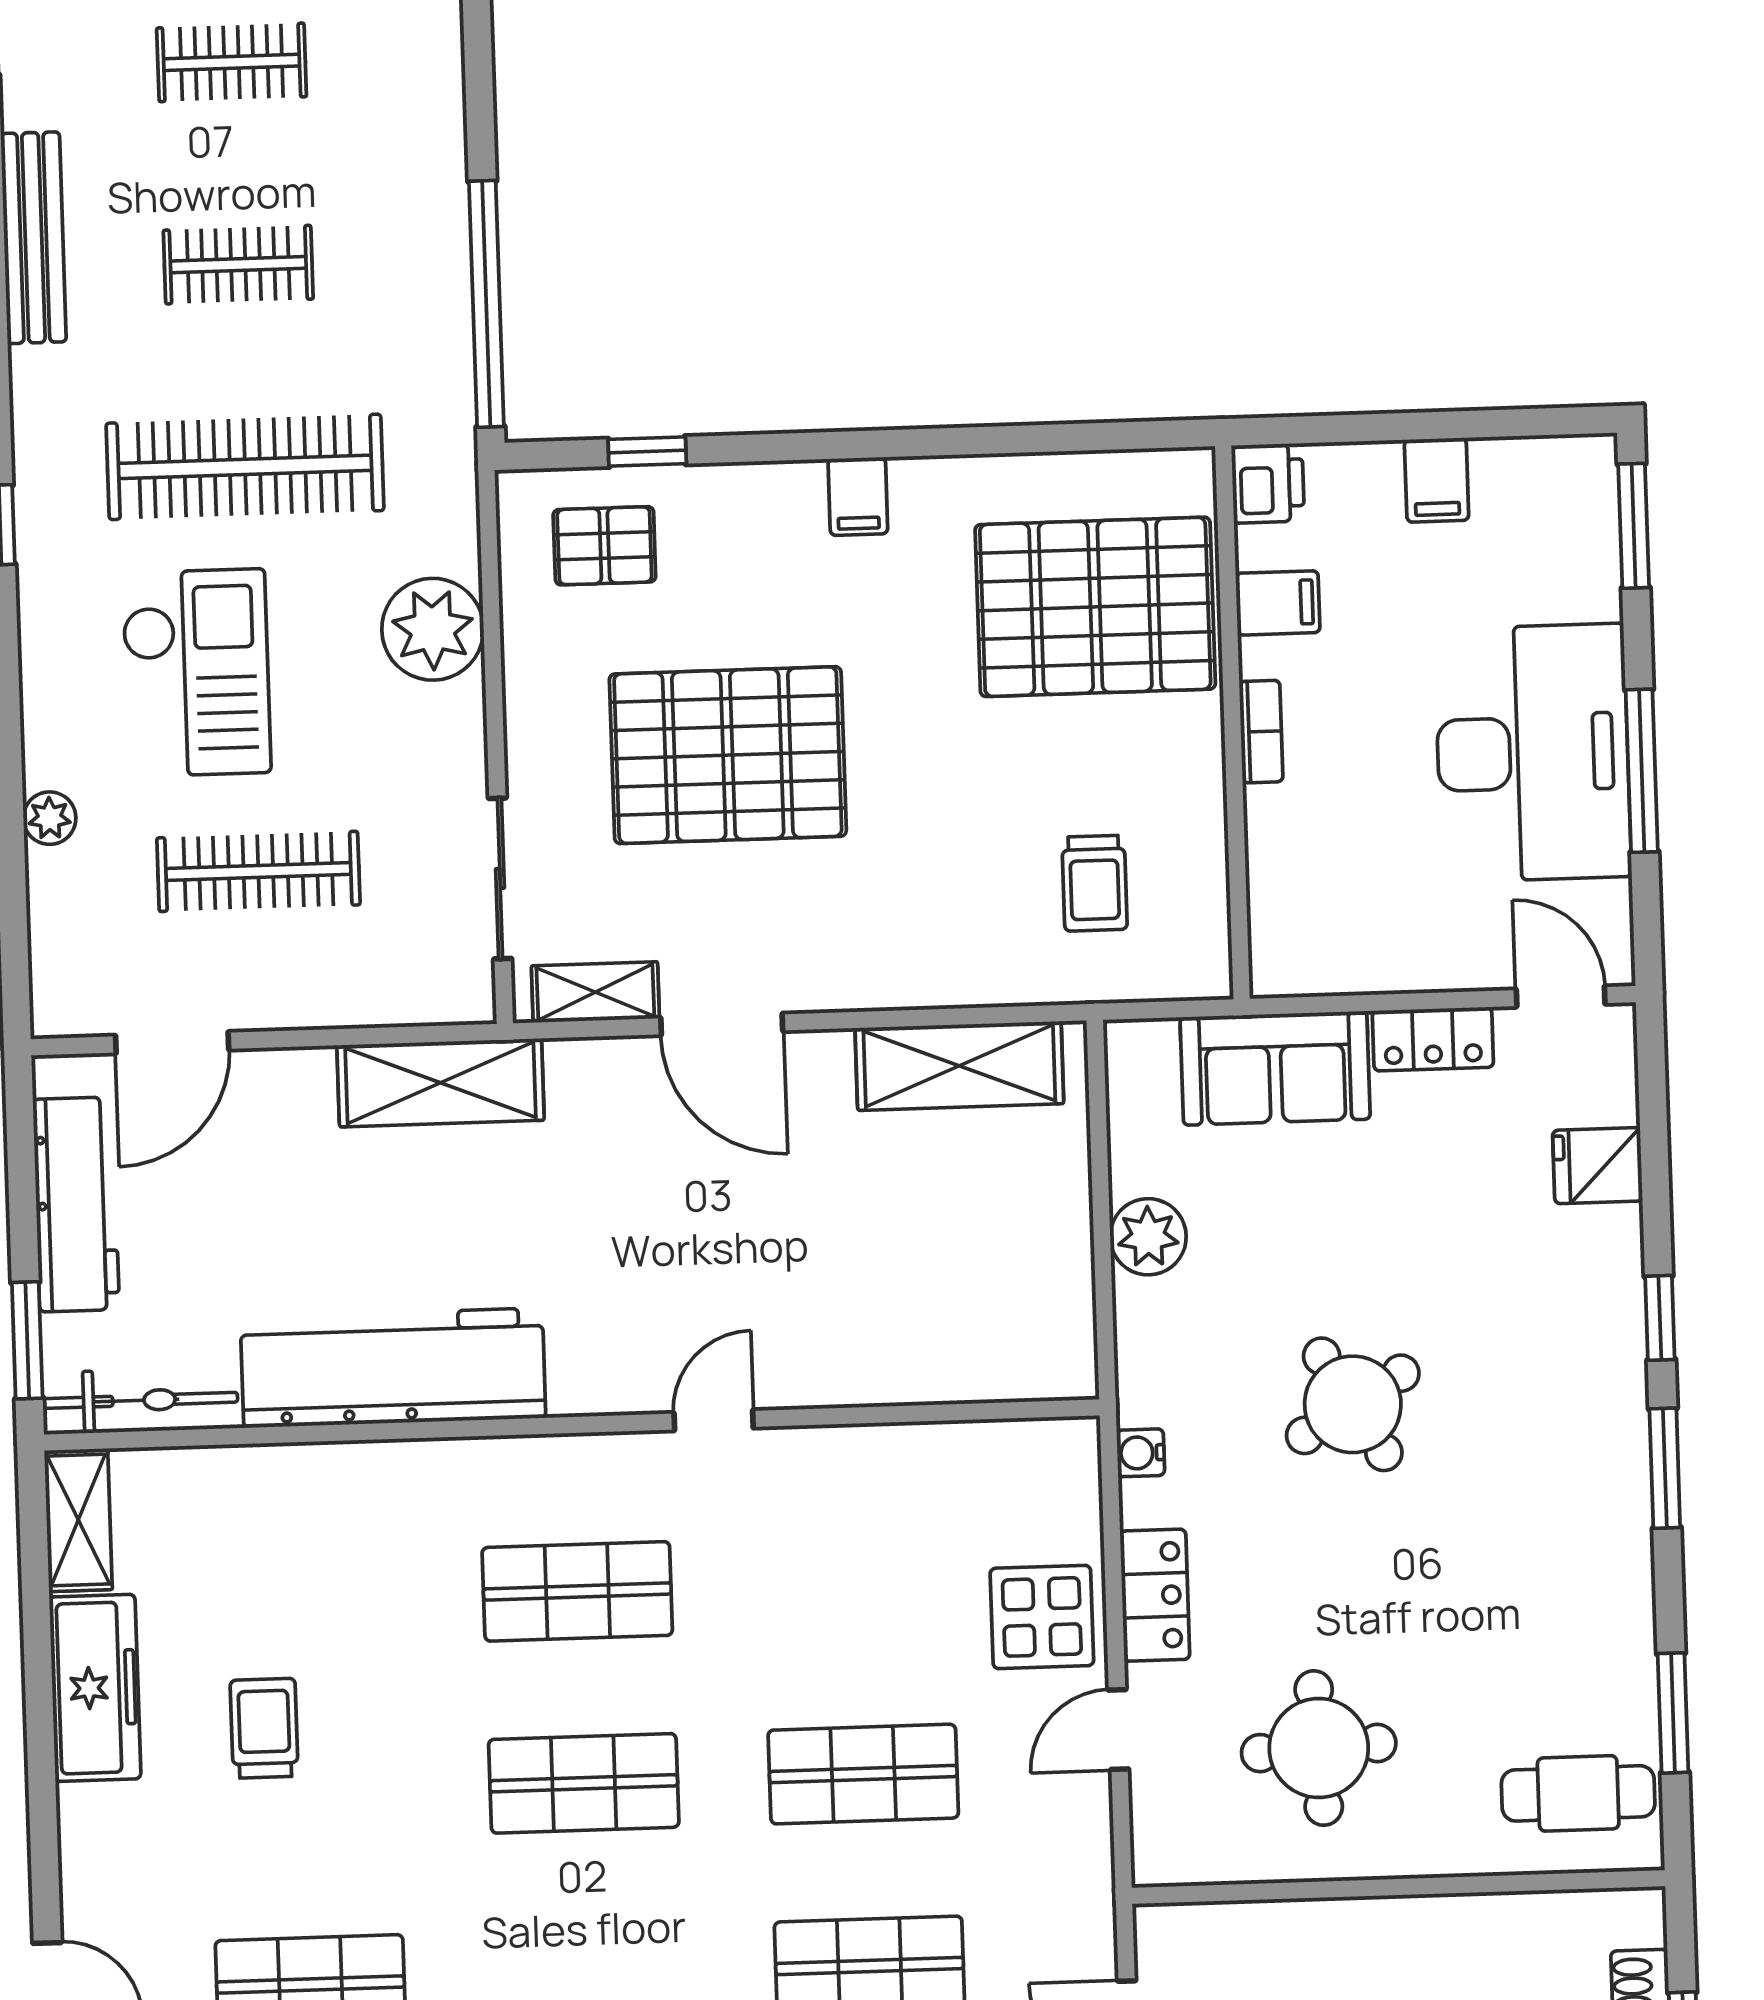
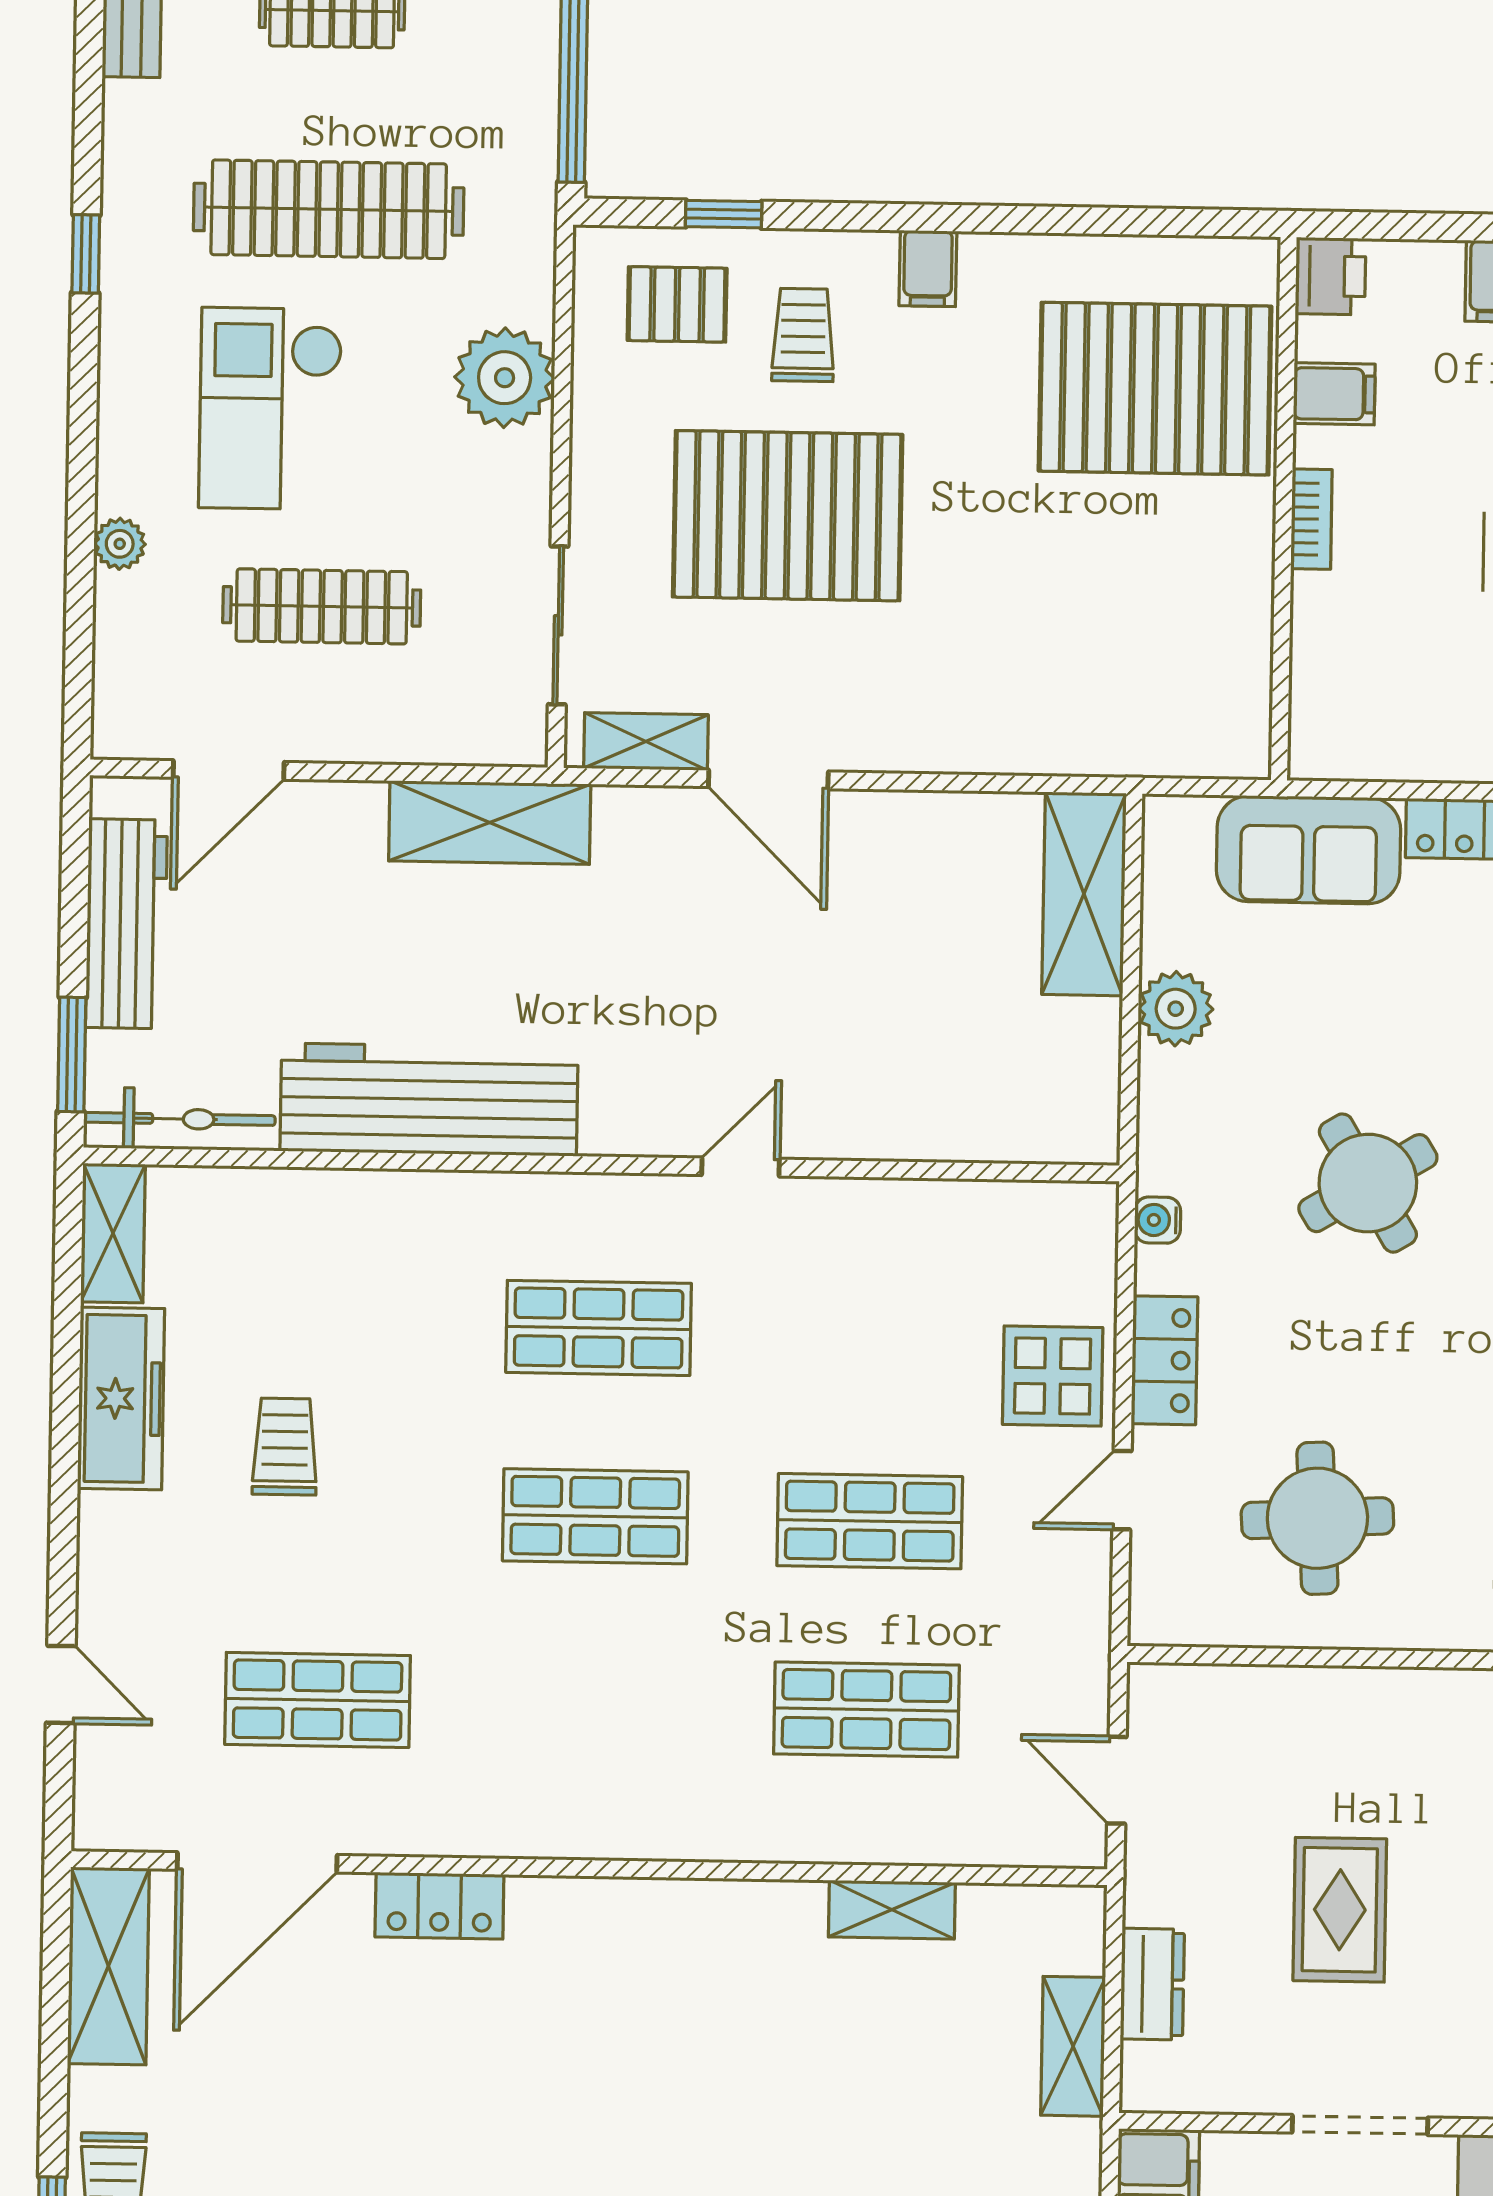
checkout: (196, 673) -> (271, 409), turned 180
trolley: (1095, 883) -> (803, 335), moved, turned 180
shelving: (959, 1066) -> (1084, 894), moved, turned 90

